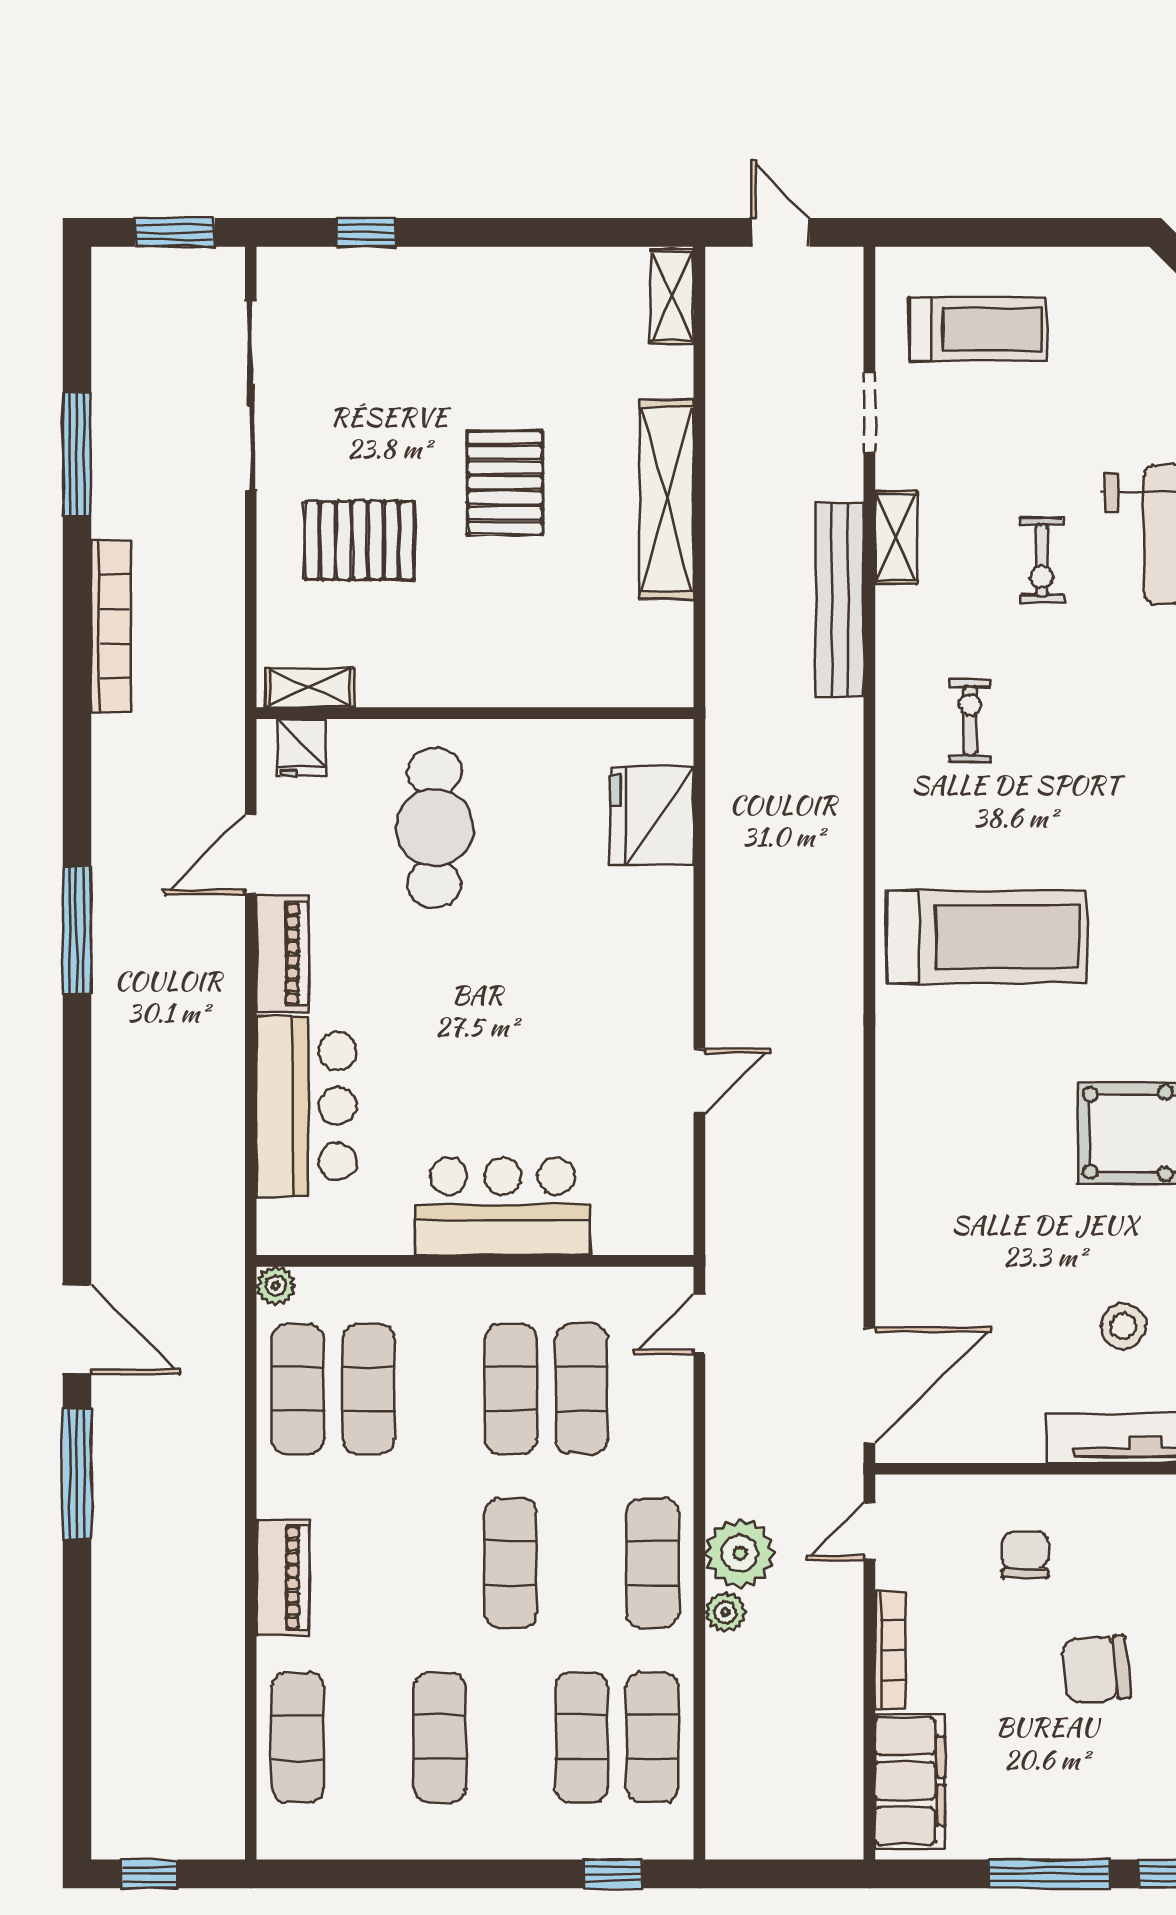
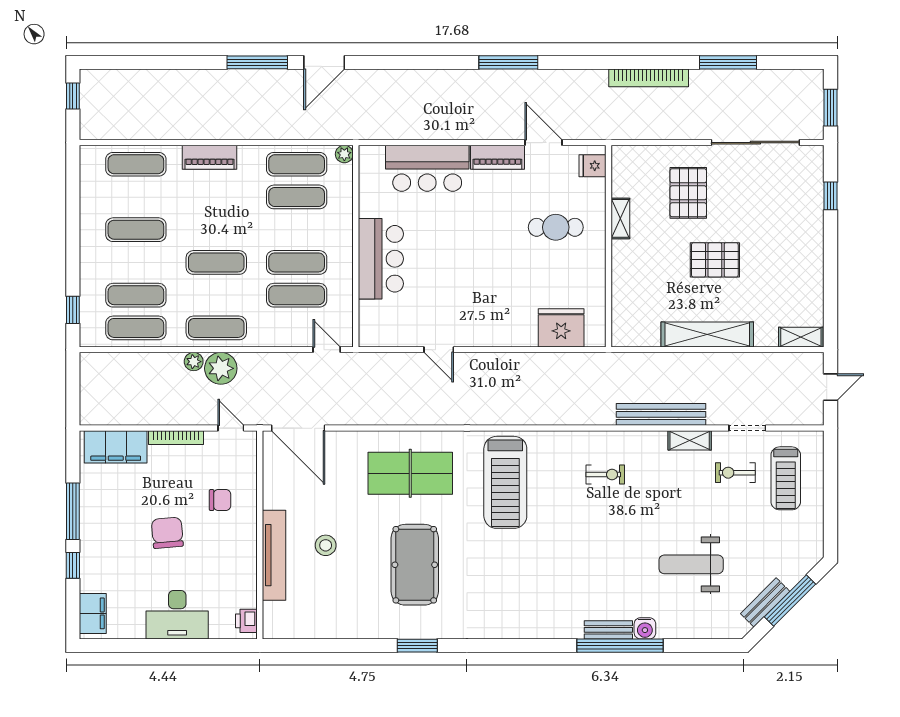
exercise bike: (1042, 561) -> (735, 473), moved
shelving: (310, 688) -> (620, 218), moved
cafe table: (434, 828) -> (556, 227), width x0.73, depth x0.74
table tennis table: (967, 1143) -> (410, 473), added

